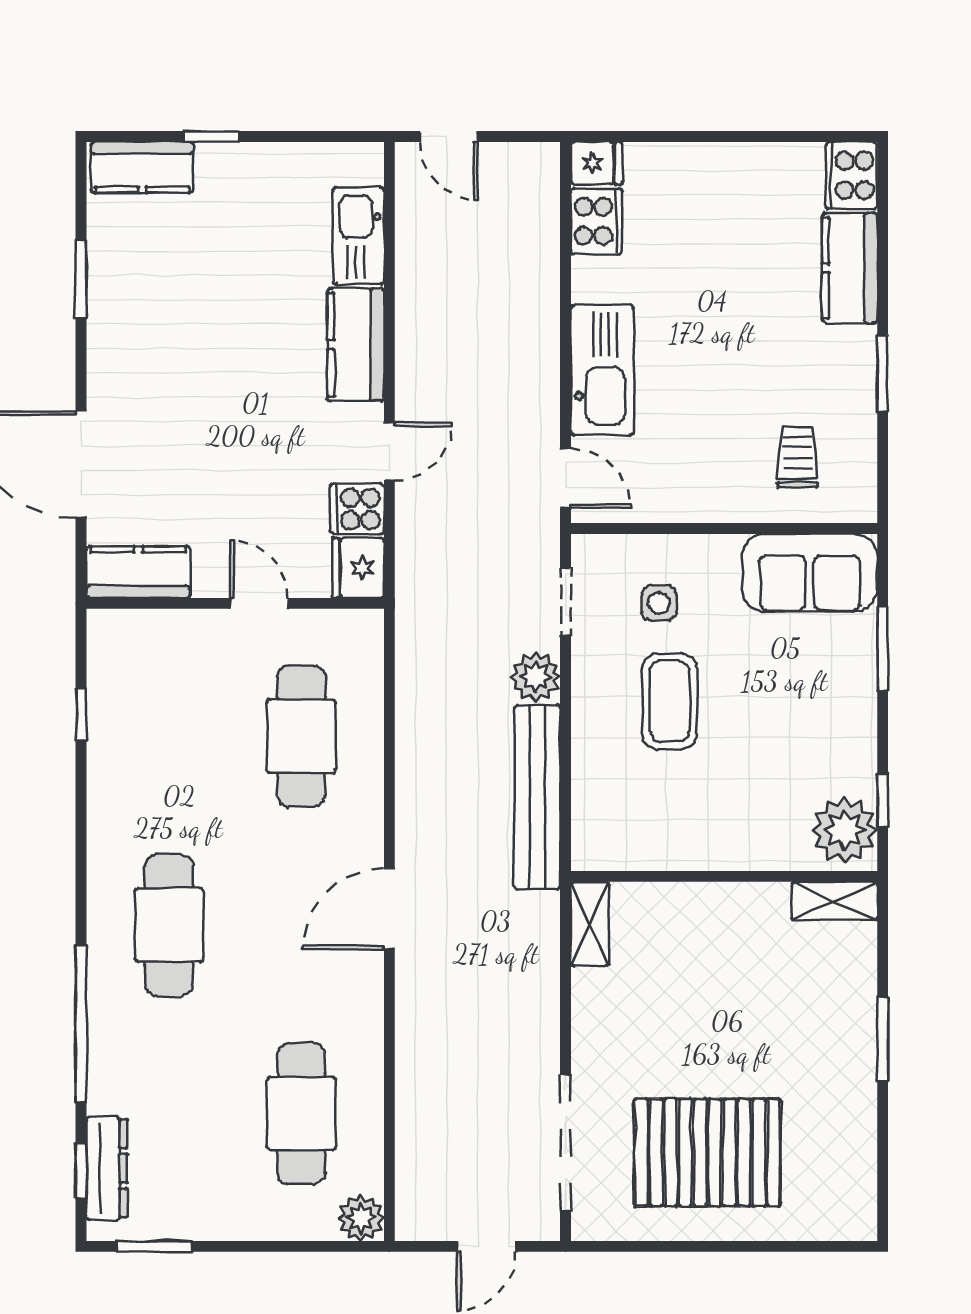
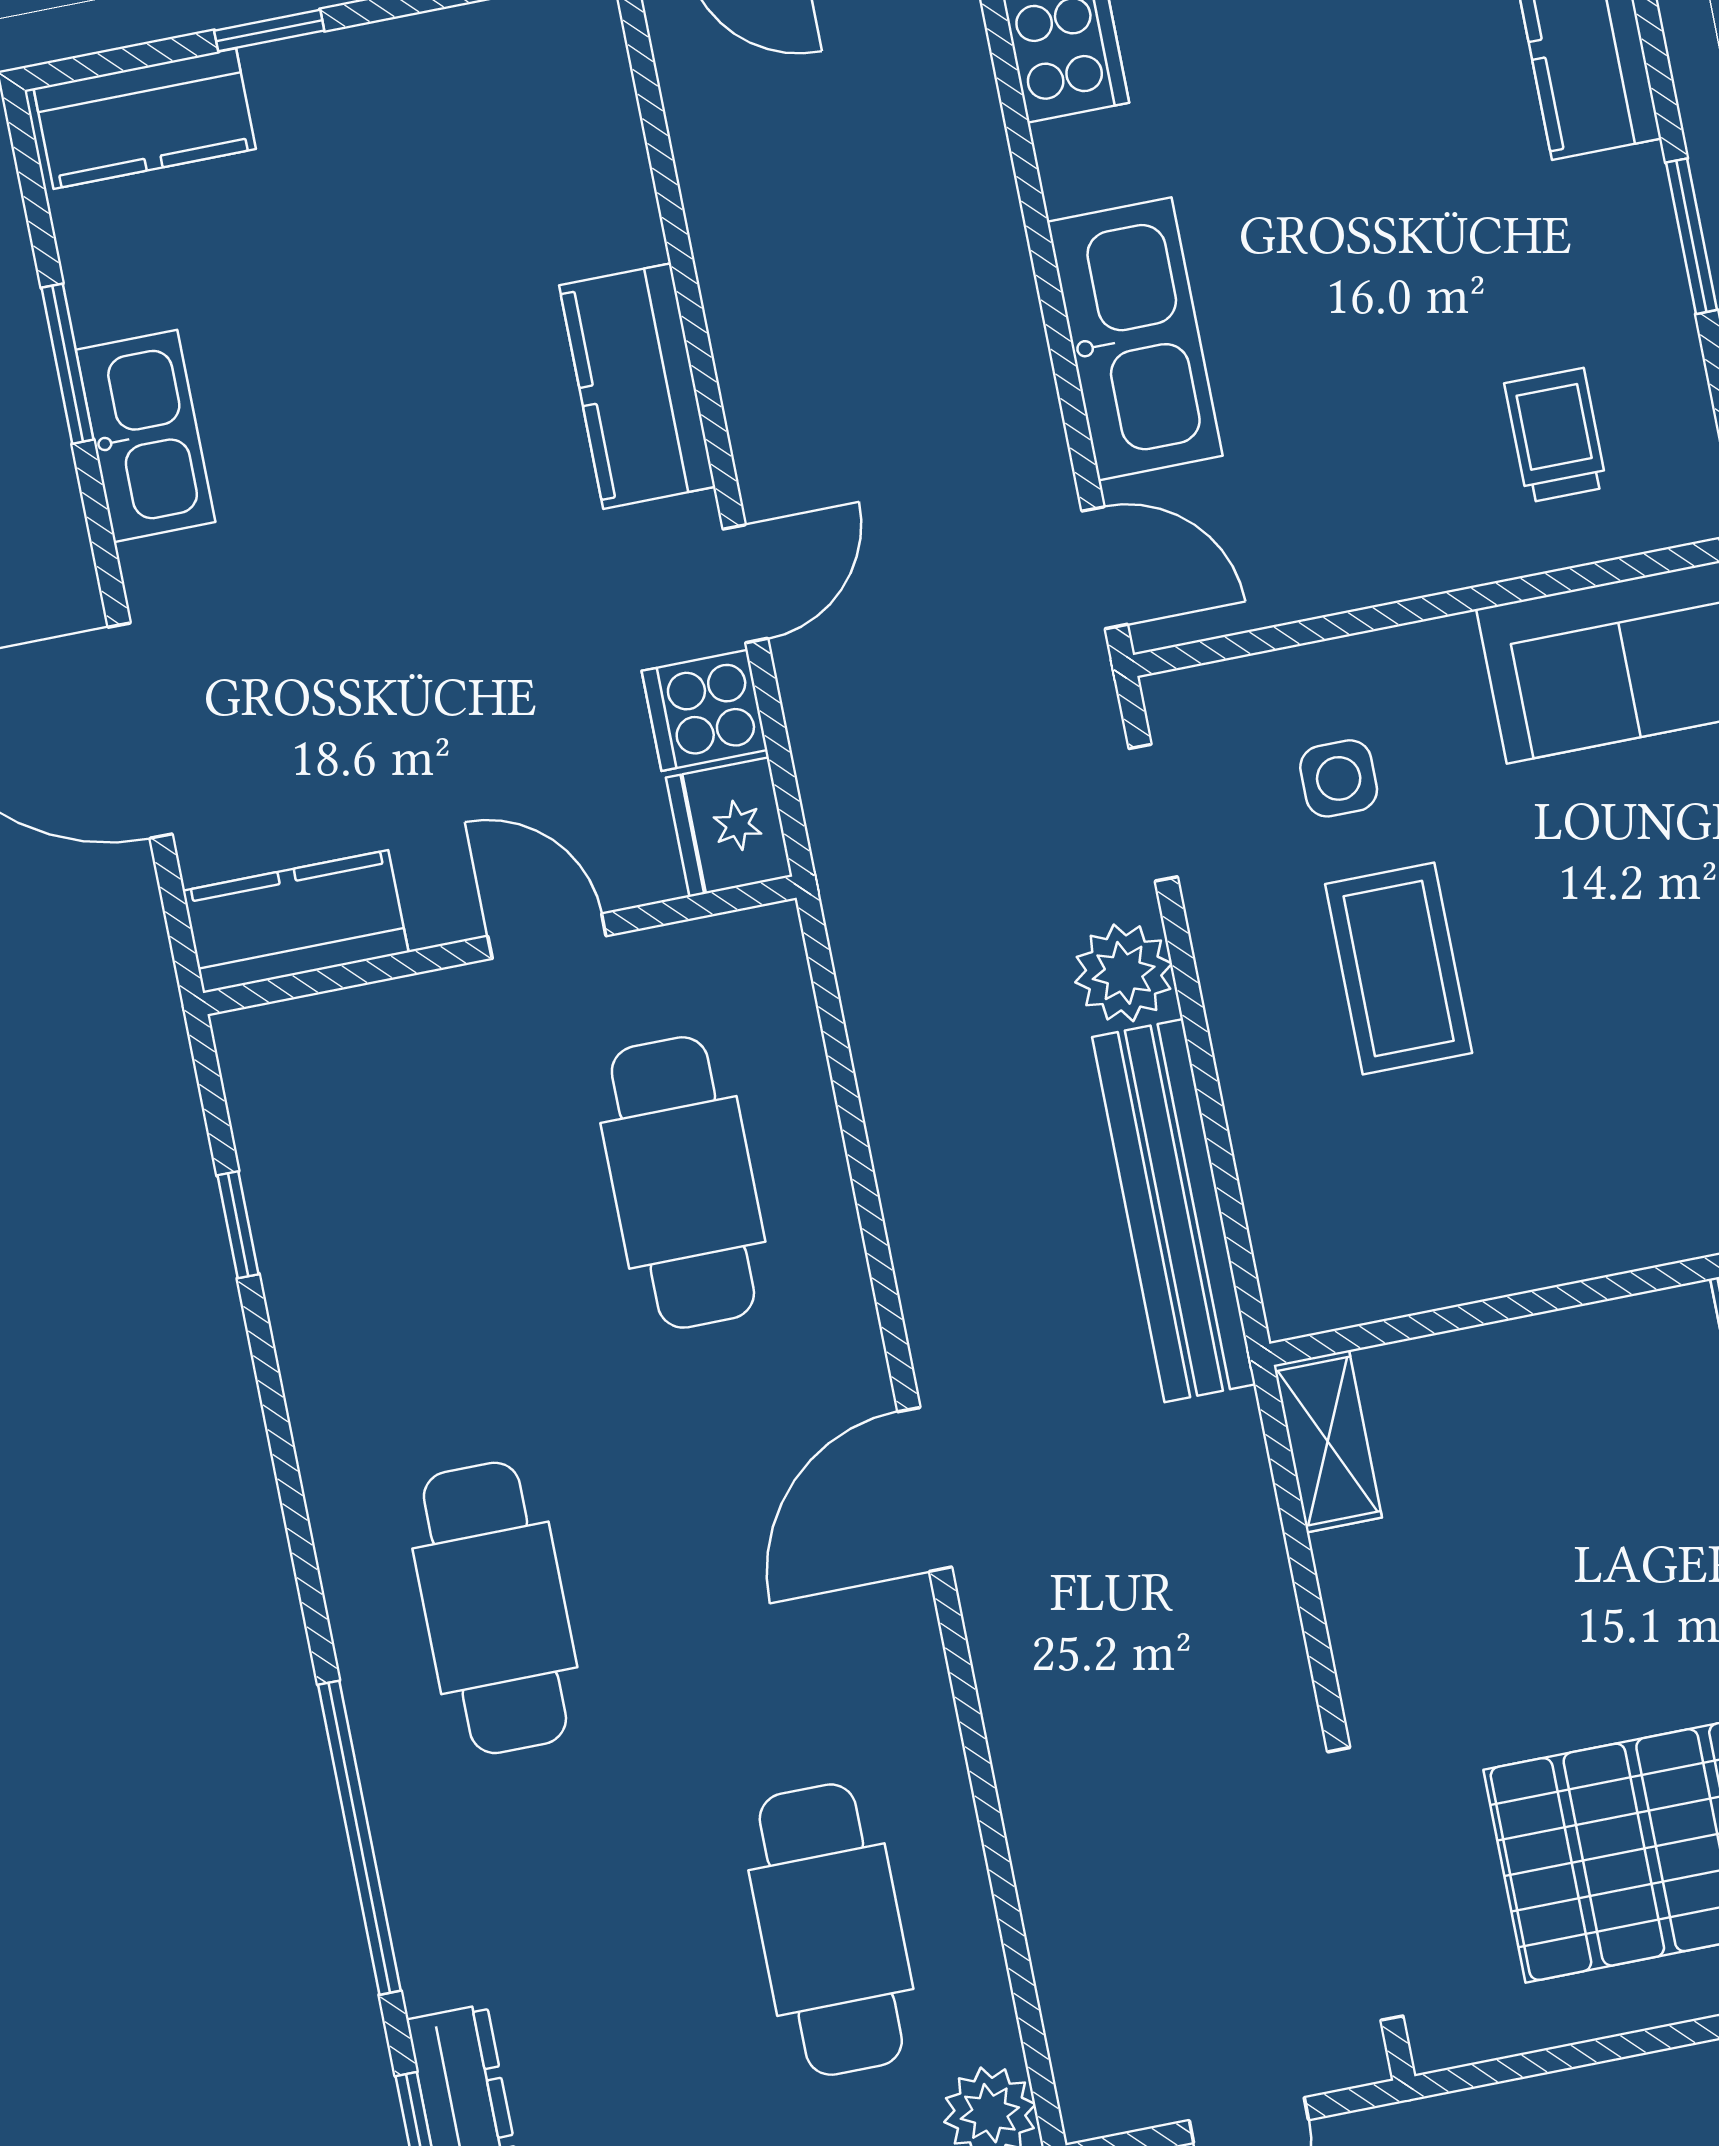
kitchen sink: (358, 236) -> (145, 436), moved, turned 180

